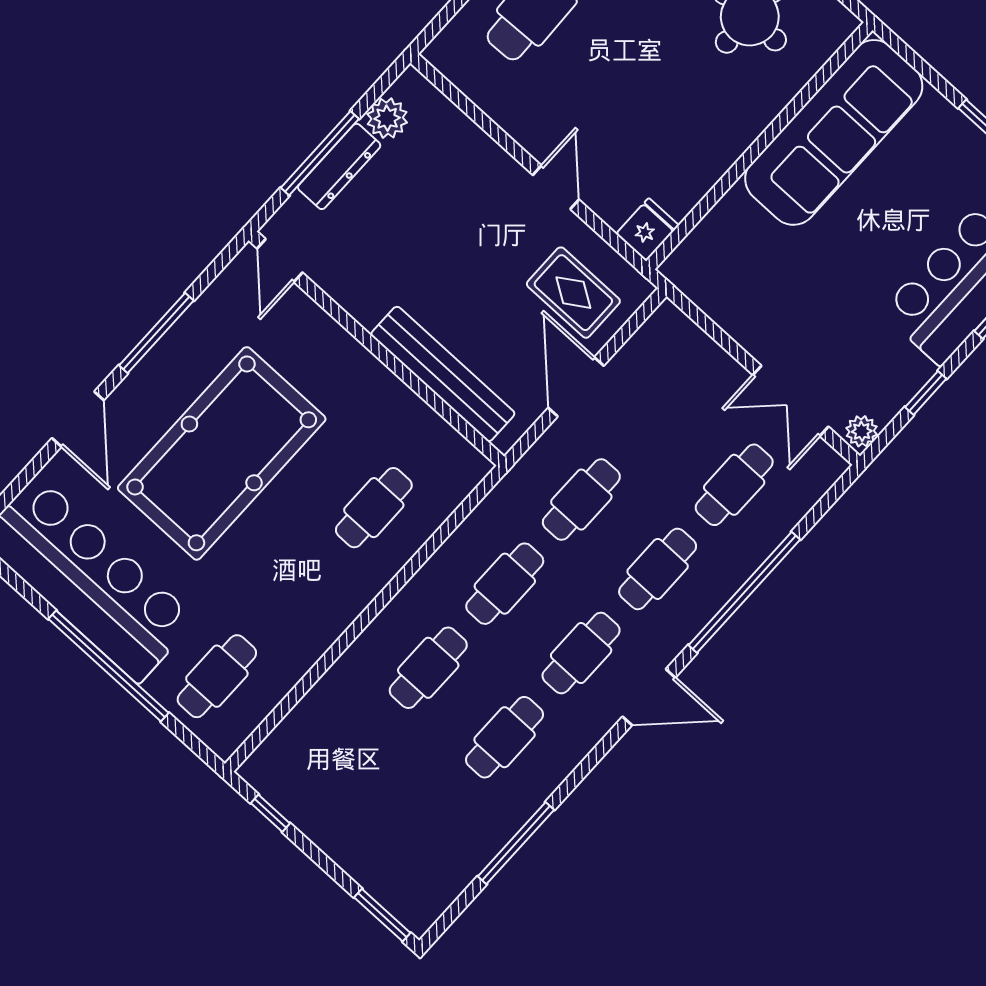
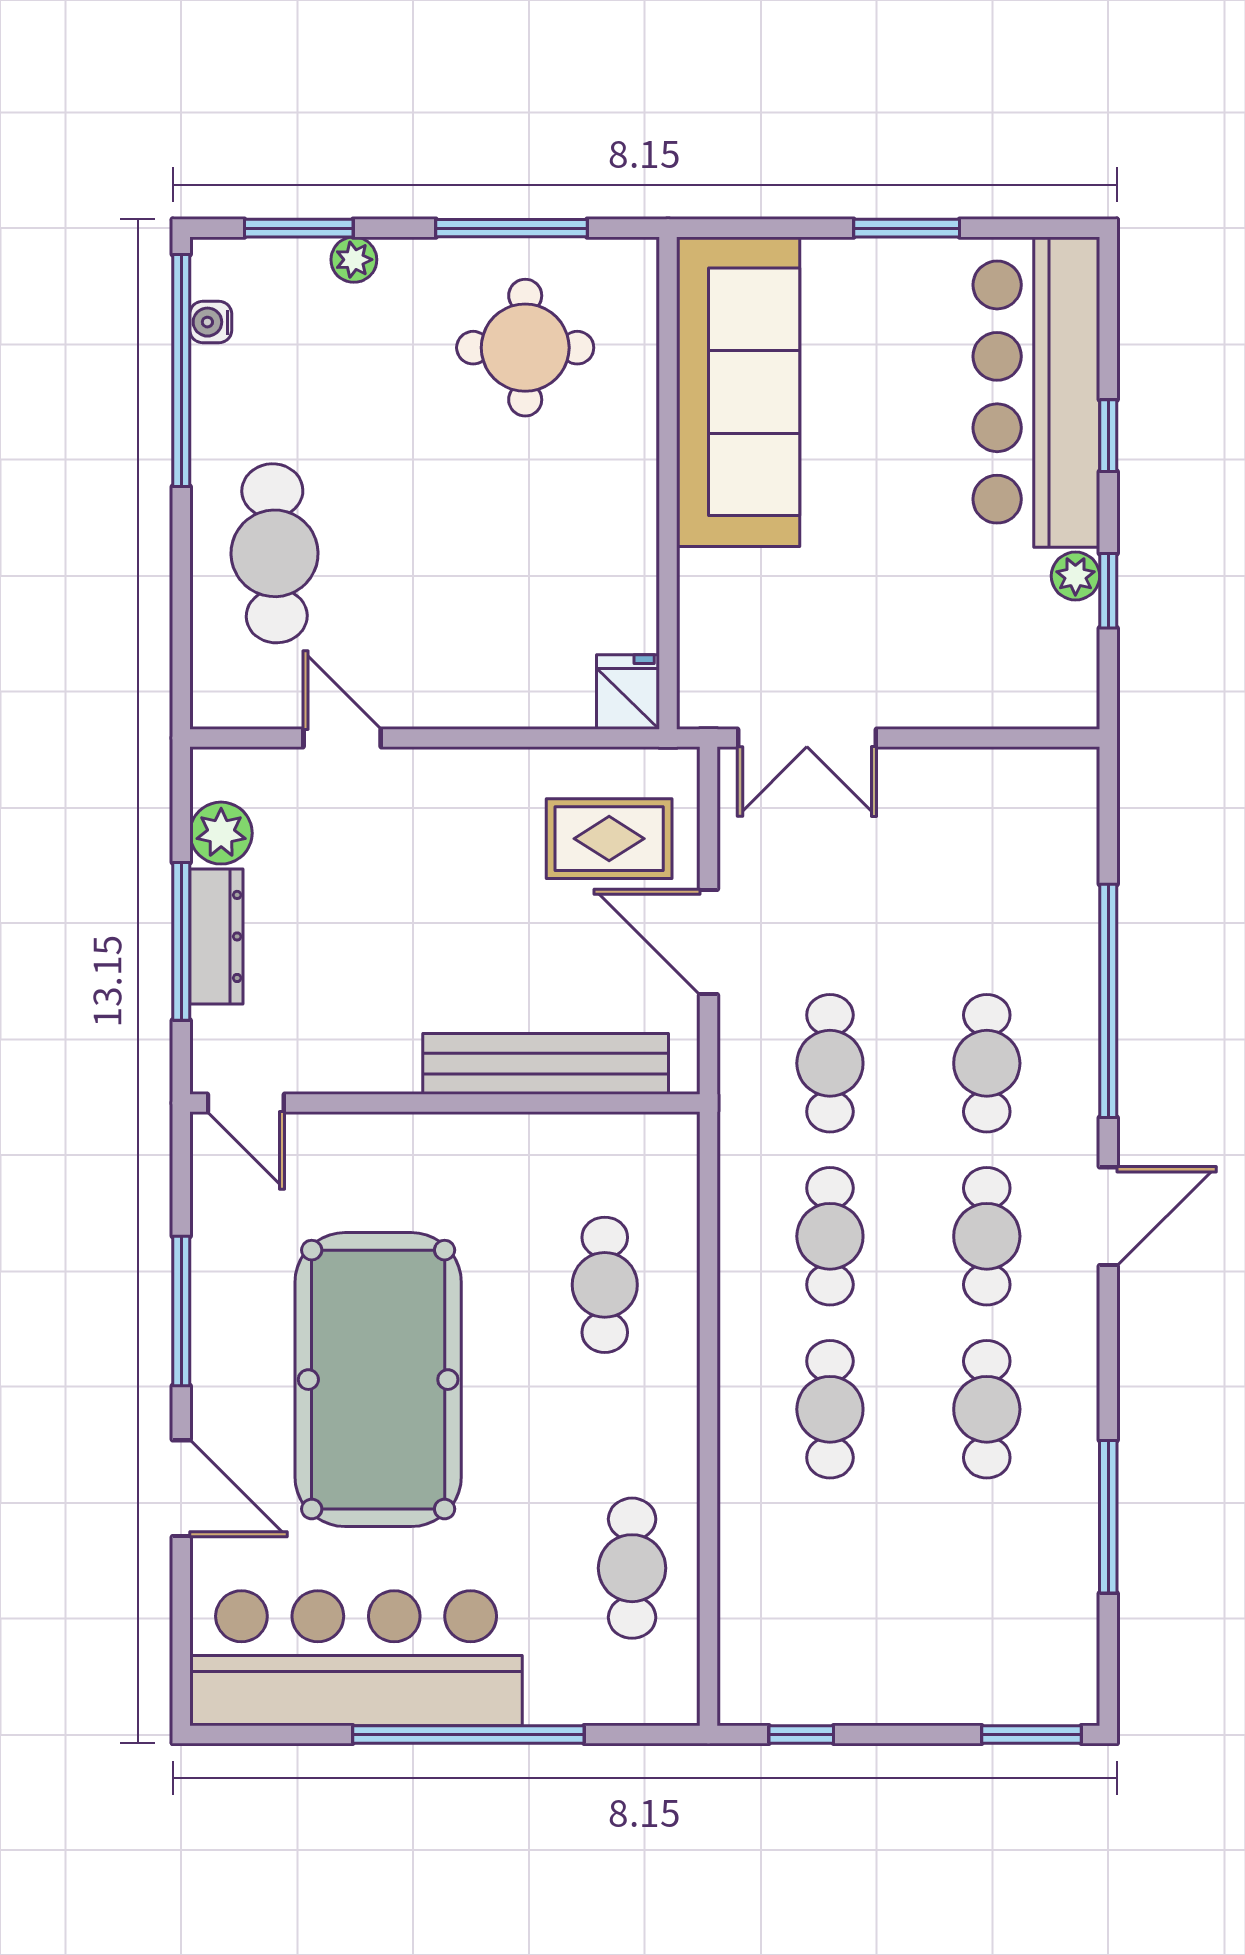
door: (556, 187) -> (342, 738), moved
double door: (791, 401) -> (807, 738), moved
plant: (862, 431) -> (1075, 576), moved
cafe table: (734, 485) -> (987, 890), removed
cafe table: (217, 676) -> (632, 1568), moved

